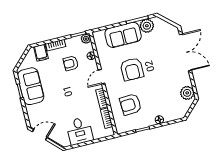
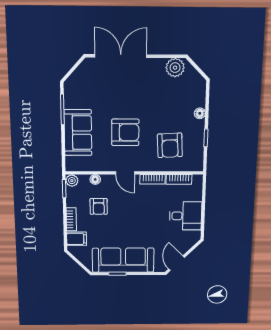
plant: (147, 26) -> (73, 99), removed
sofa: (31, 86) -> (123, 260), width x1.36

